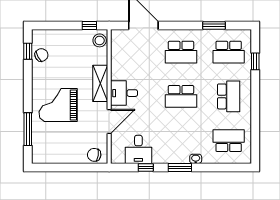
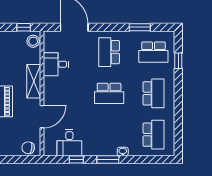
school desk: (181, 52) -> (109, 52), turned 90
desk: (124, 93) -> (56, 64), moved
school desk: (229, 141) -> (153, 135), turned 90

